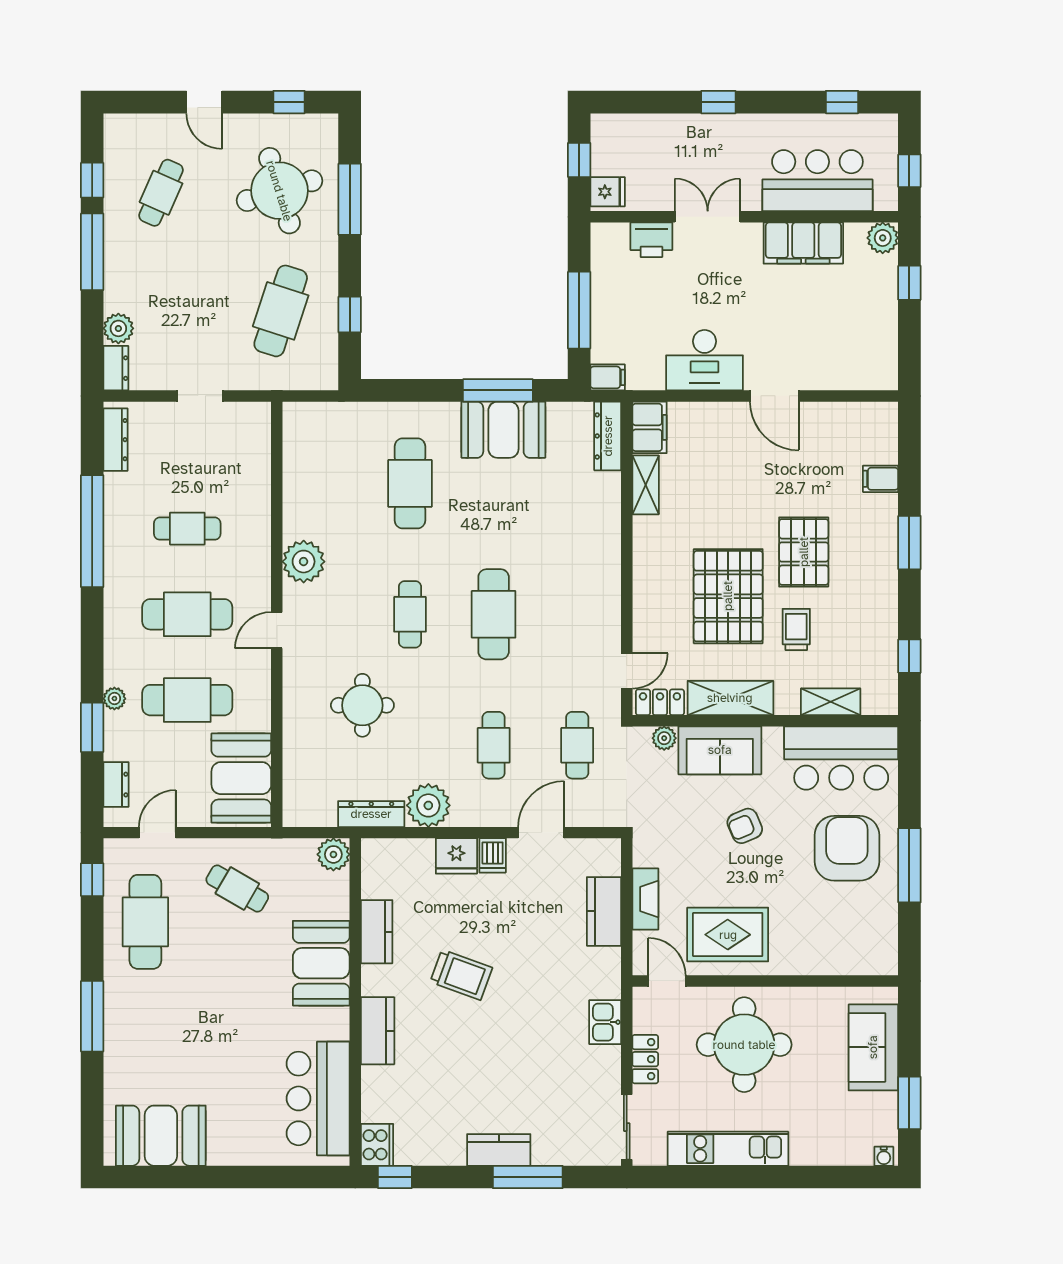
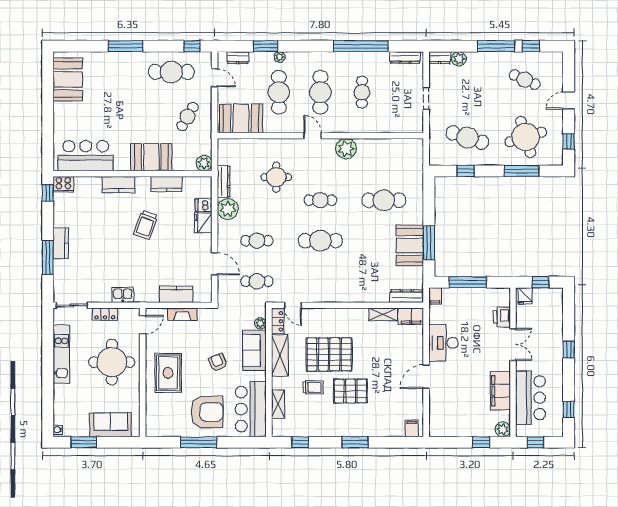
filing cabinet: (881, 479) -> (412, 428), moved
dishwasher: (493, 855) -> (204, 205), moved
rug: (728, 935) -> (168, 373), moved

